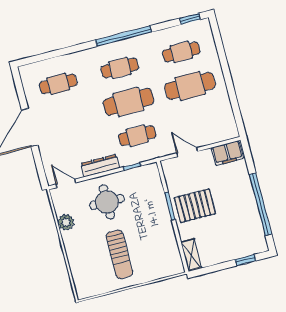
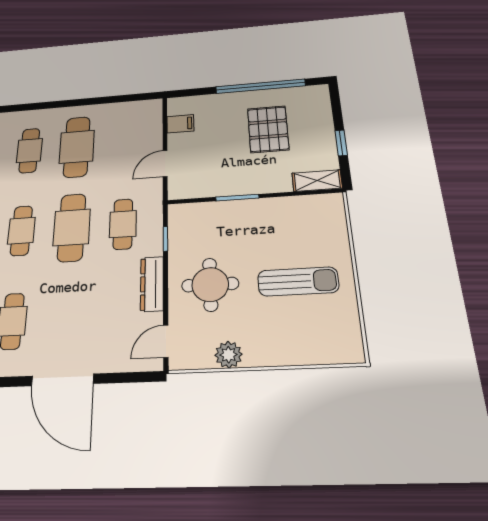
filing cabinet: (227, 153) -> (180, 124), width x0.50
pallet: (195, 206) -> (268, 129), moved
window: (245, 260) -> (341, 143), moved

